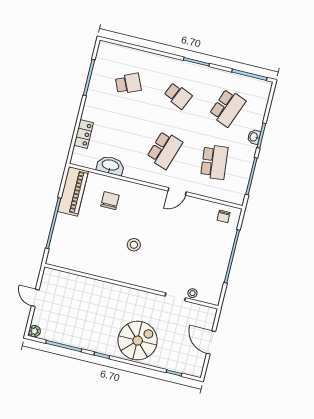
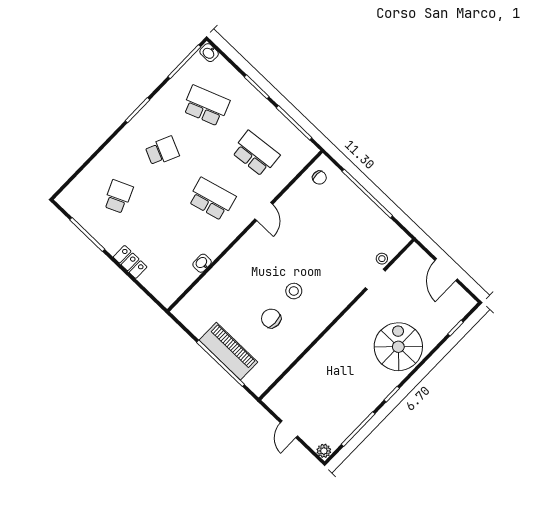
school desk: (227, 108) -> (206, 106), turned -42
locker: (84, 134) -> (130, 262), moved
washbasin: (254, 137) -> (209, 53), moved
school desk: (165, 150) -> (212, 199), turned -33
washbasin: (110, 165) -> (202, 263), width x0.52, depth x0.69
piano: (73, 191) -> (228, 351), moved
chair: (110, 201) -> (271, 318), moved
door: (35, 298) -> (289, 429), hinge flipped
door: (211, 342) -> (446, 270), hinge flipped

